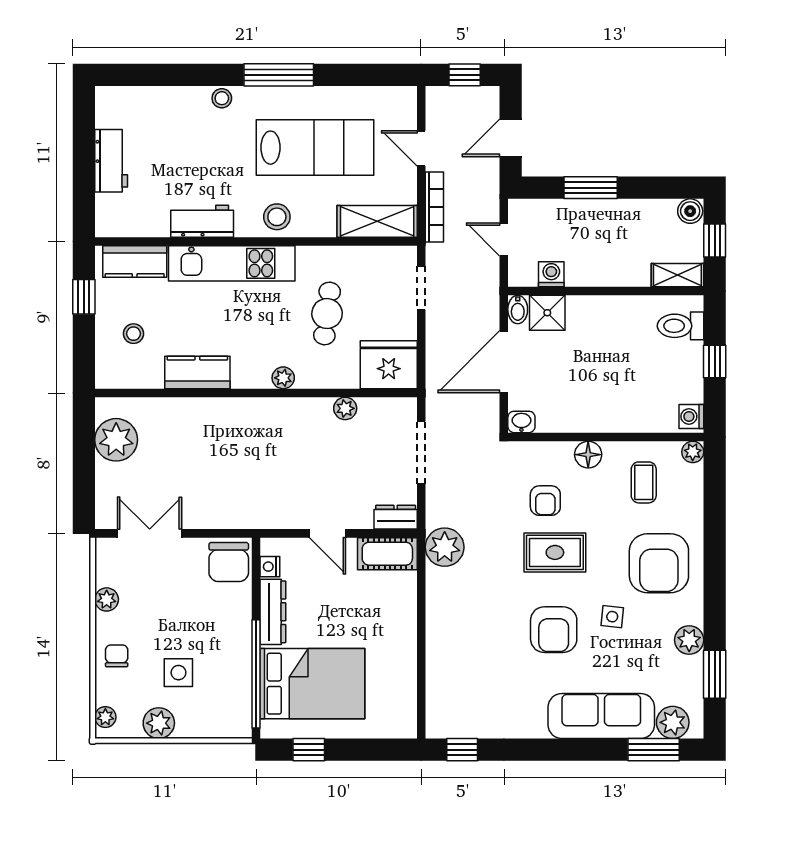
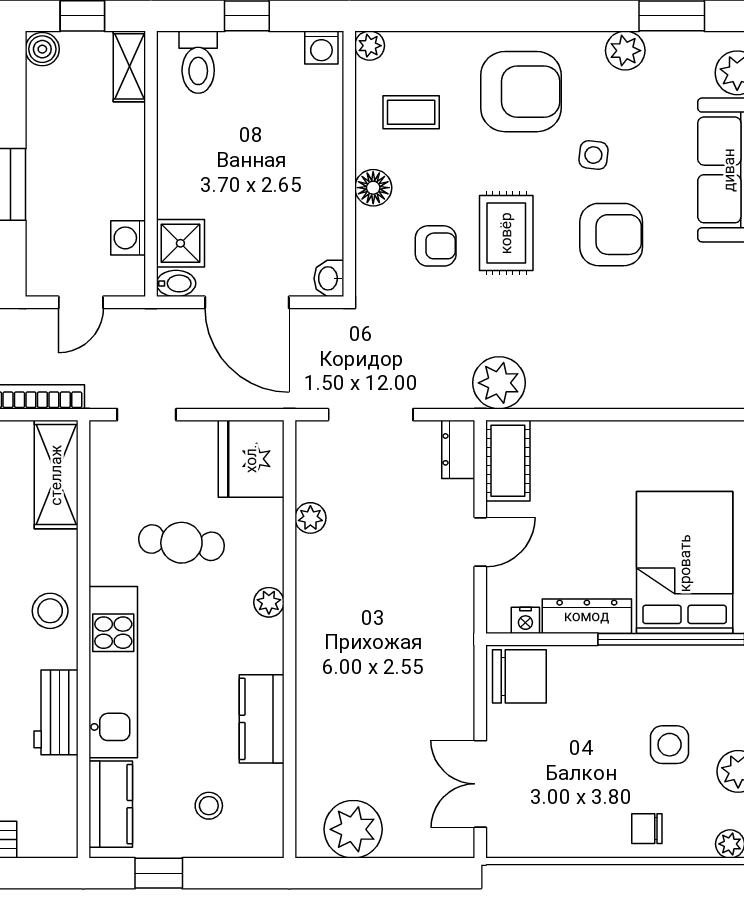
plant: (107, 599) -> (570, 842), removed

